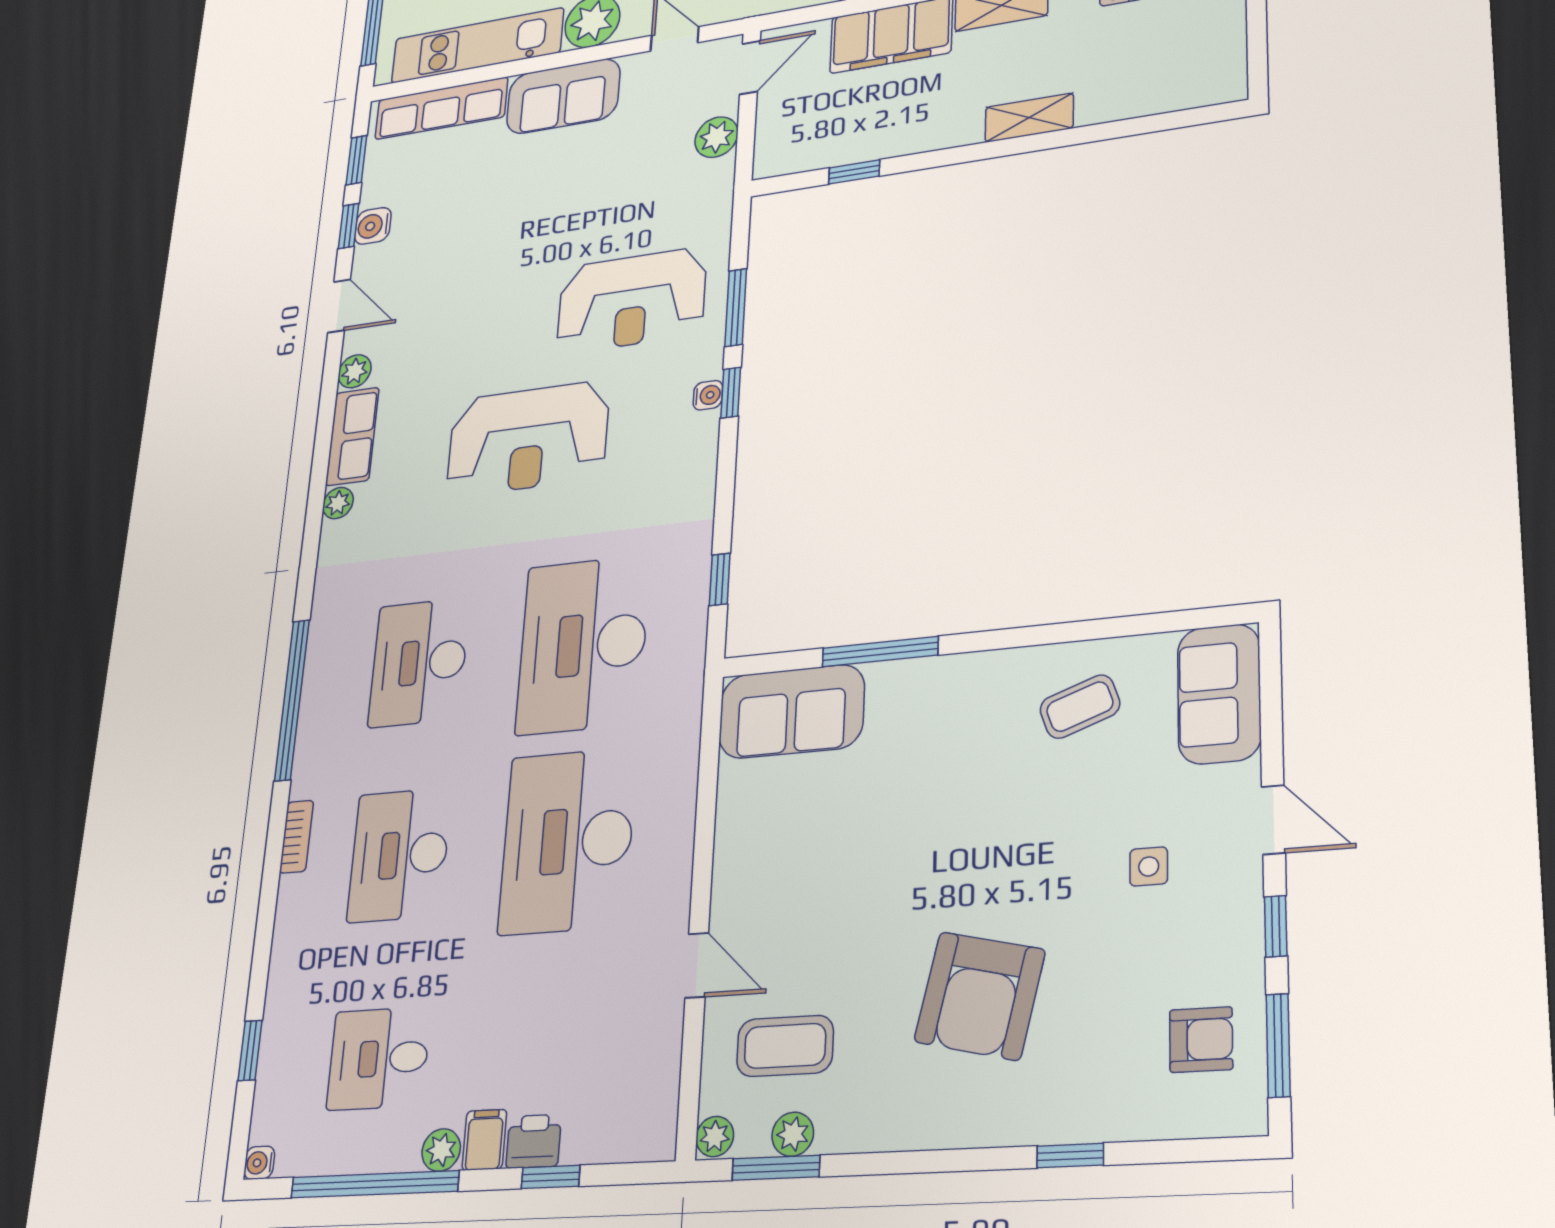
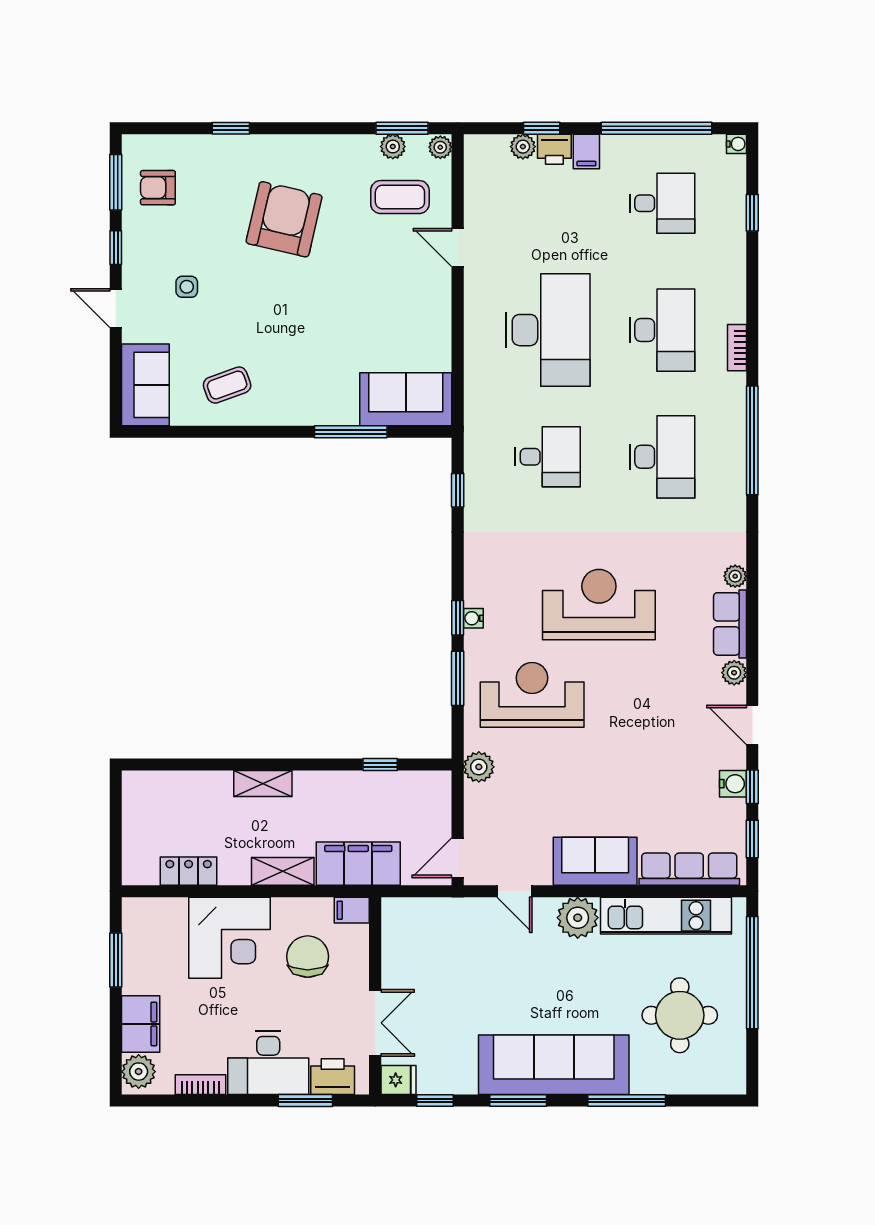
plant: (716, 137) -> (479, 767), moved
desk: (583, 645) -> (548, 457), width x0.53, depth x0.77
plant: (441, 1150) -> (523, 147), moved

